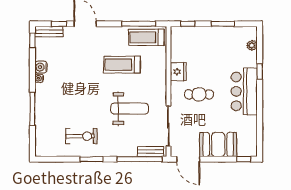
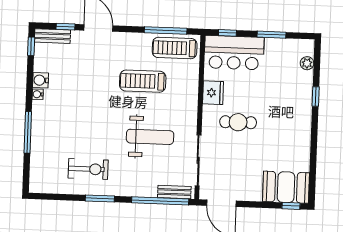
bar counter: (244, 91) -> (234, 53), moved, turned -90
booth: (218, 144) -> (286, 187), moved

